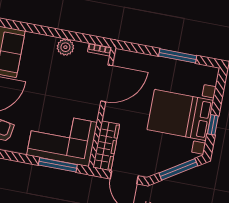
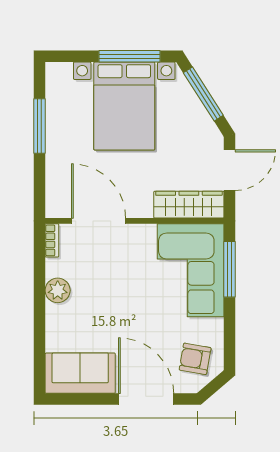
window: (213, 125) -> (130, 56), width x2.17

